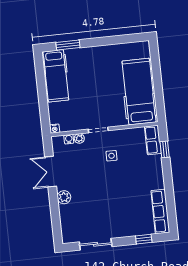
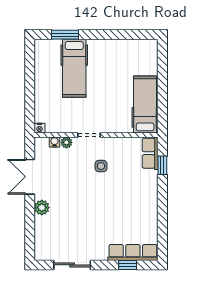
hospital bed: (56, 76) -> (74, 68), moved
hospital bed: (139, 92) -> (145, 105), width x0.73, depth x0.78
row of seats: (160, 211) -> (133, 252), moved, turned 90

